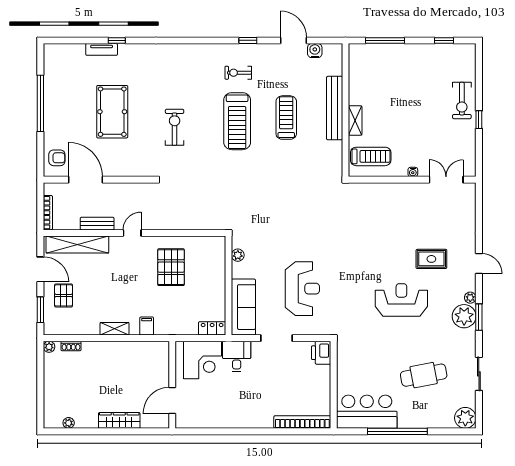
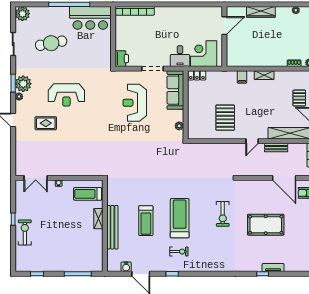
pool table: (112, 112) -> (266, 225), turned 90

